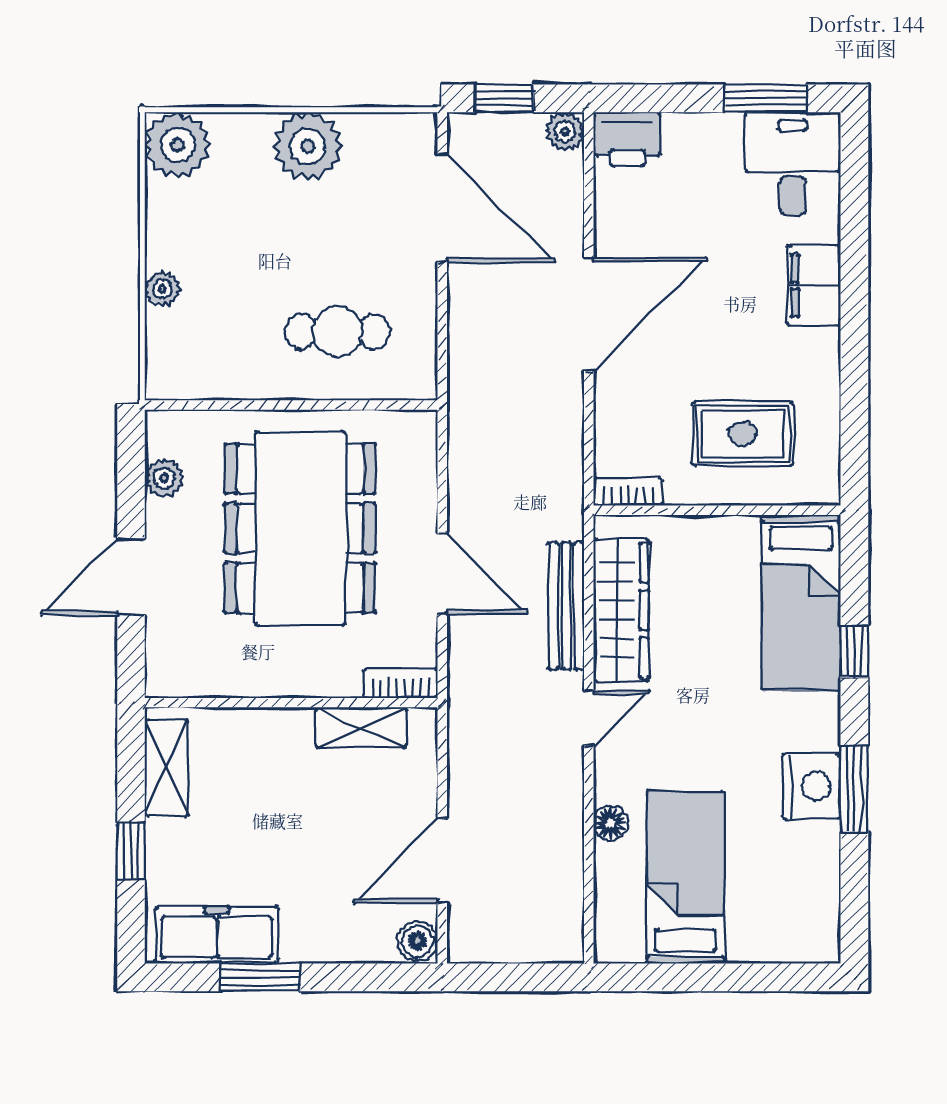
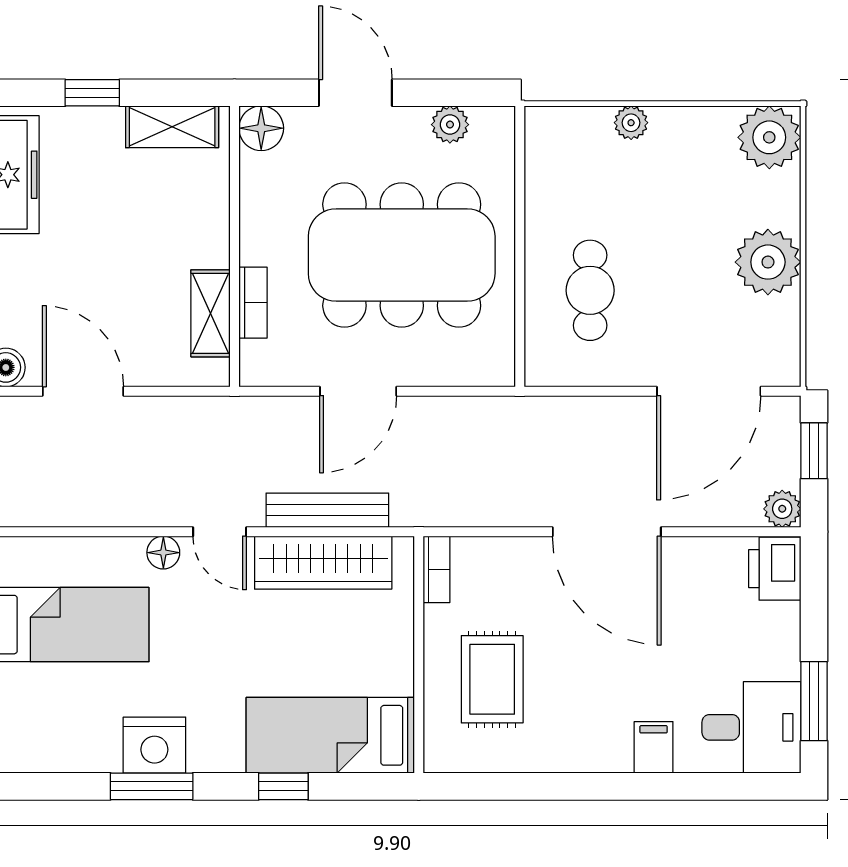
filing cabinet: (814, 286) -> (654, 747), width x0.50
floor lamp: (168, 675) -> (261, 128), added
bookcase: (401, 683) -> (253, 303), moved
floor lamp: (611, 823) -> (163, 553), moved

